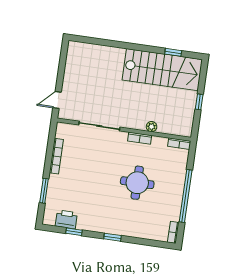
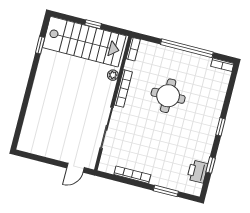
stairs: (162, 70) -> (84, 42), moved, turned 90
door: (57, 100) -> (76, 168), hinge flipped
bookcase: (140, 138) -> (123, 88), width x1.56

